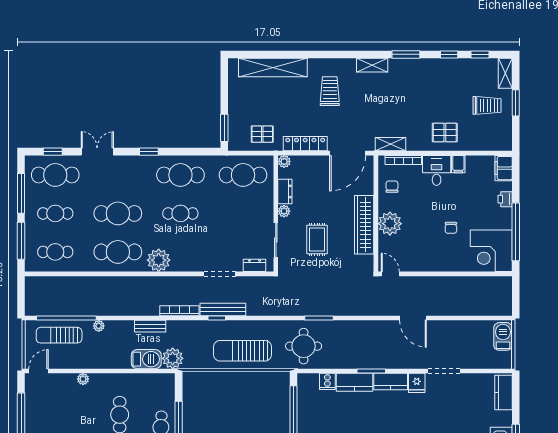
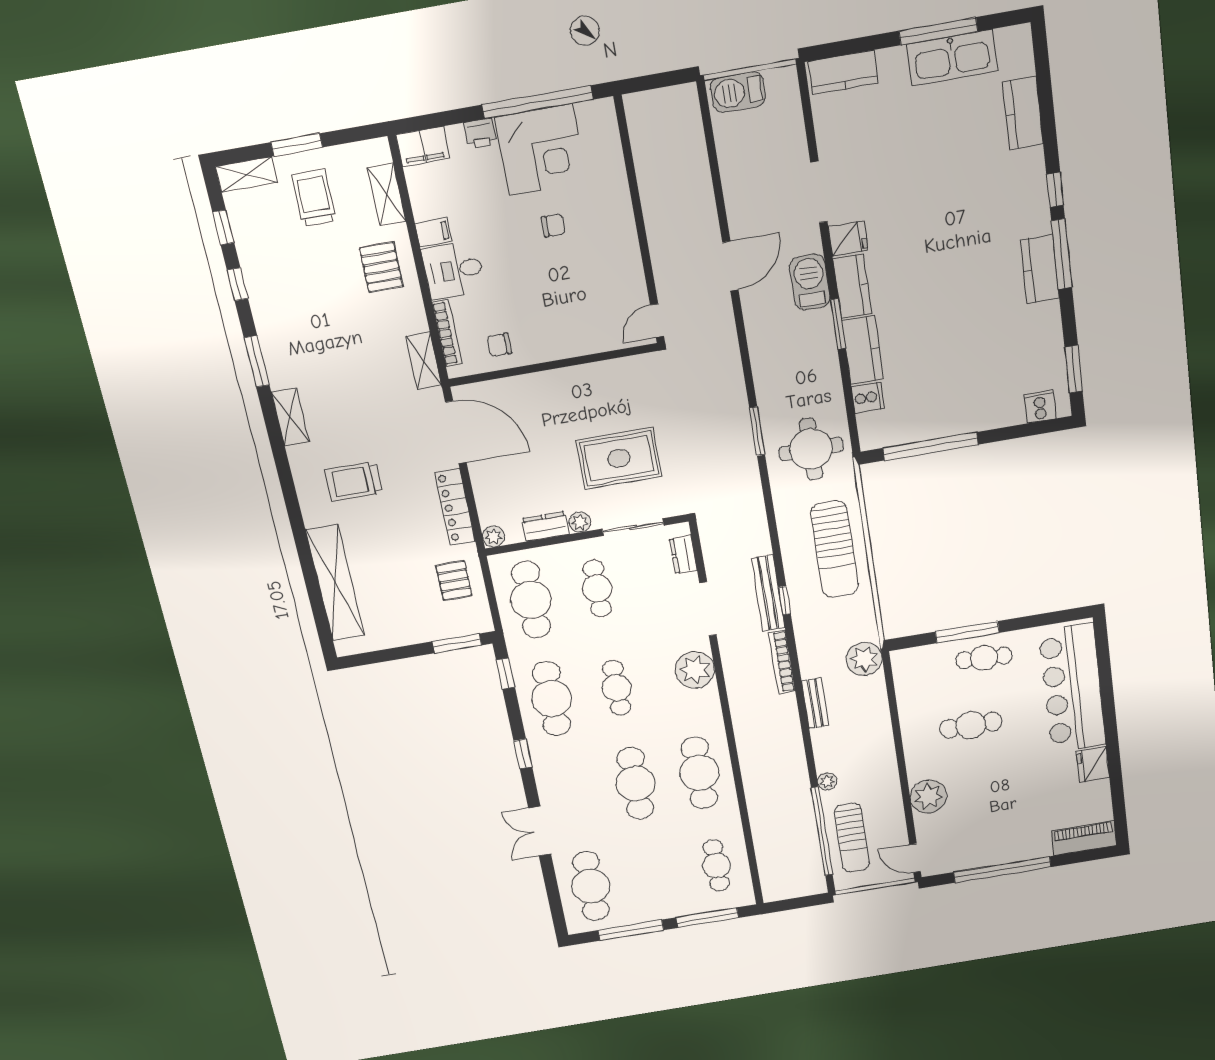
shelving: (482, 144) -> (387, 194), added
window: (53, 152) -> (505, 674), moved
cafe table: (55, 213) -> (597, 589), moved
plant: (390, 224) -> (567, 337), removed
wardrobe: (364, 225) -> (577, 382), removed
rug: (317, 239) -> (619, 458), width x1.36, depth x1.43
corner desk: (491, 251) -> (541, 150), moved
plant: (159, 260) -> (695, 670), moved
barbecue: (146, 359) -> (810, 282), moved
plant: (83, 379) -> (928, 796), width x1.88, depth x1.88

